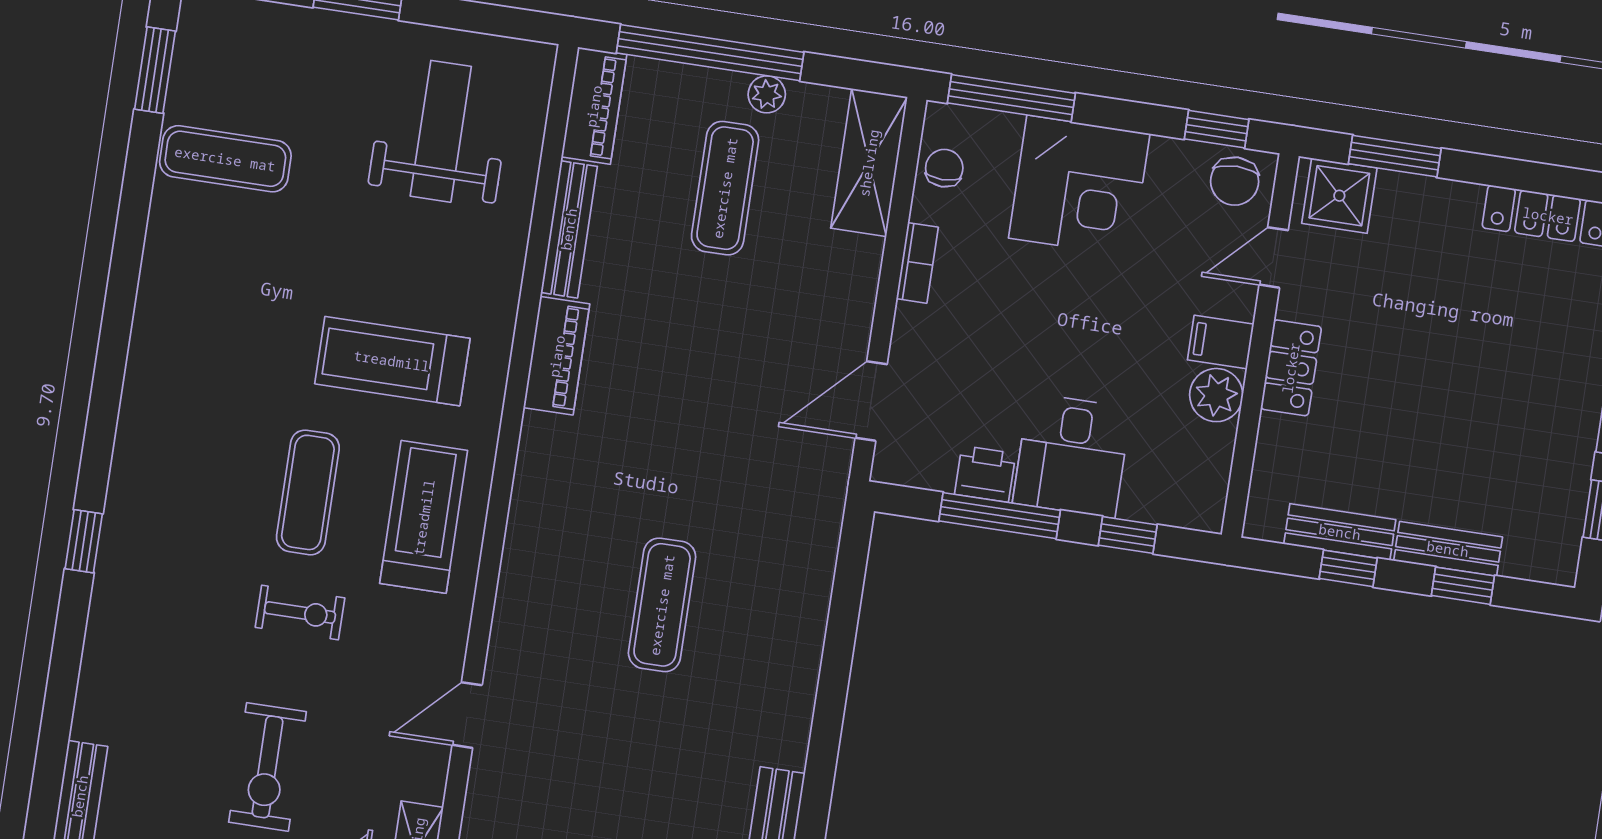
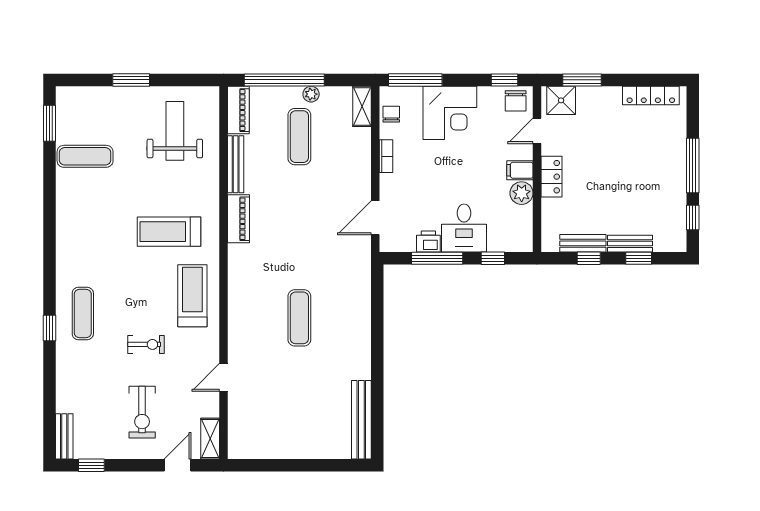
shelving: (869, 163) -> (362, 106), width x0.67, depth x0.75
exercise mat: (308, 492) -> (83, 314), moved

